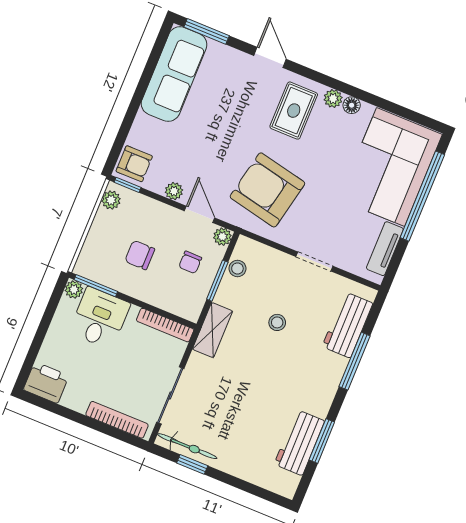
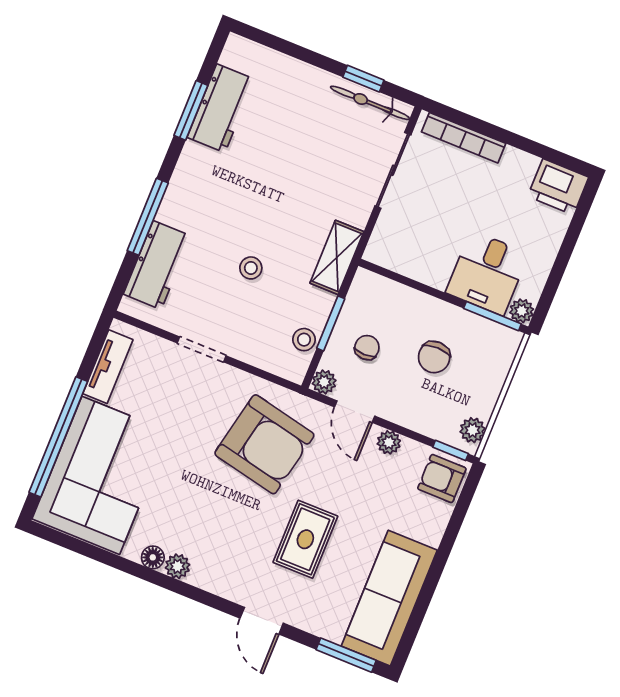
rug: (294, 111) -> (305, 539), moved
chair: (140, 255) -> (434, 357), turned 90
bookcase: (165, 325) -> (400, 264), removed

